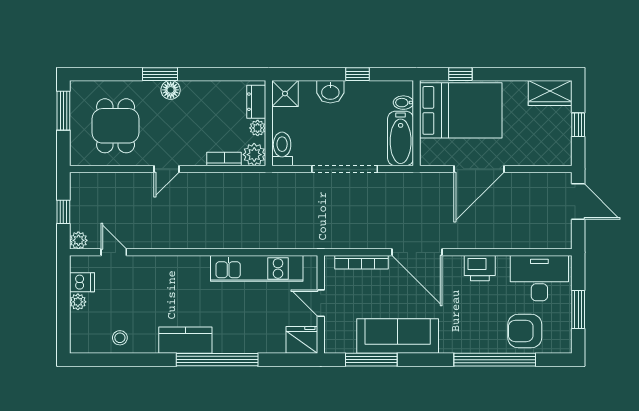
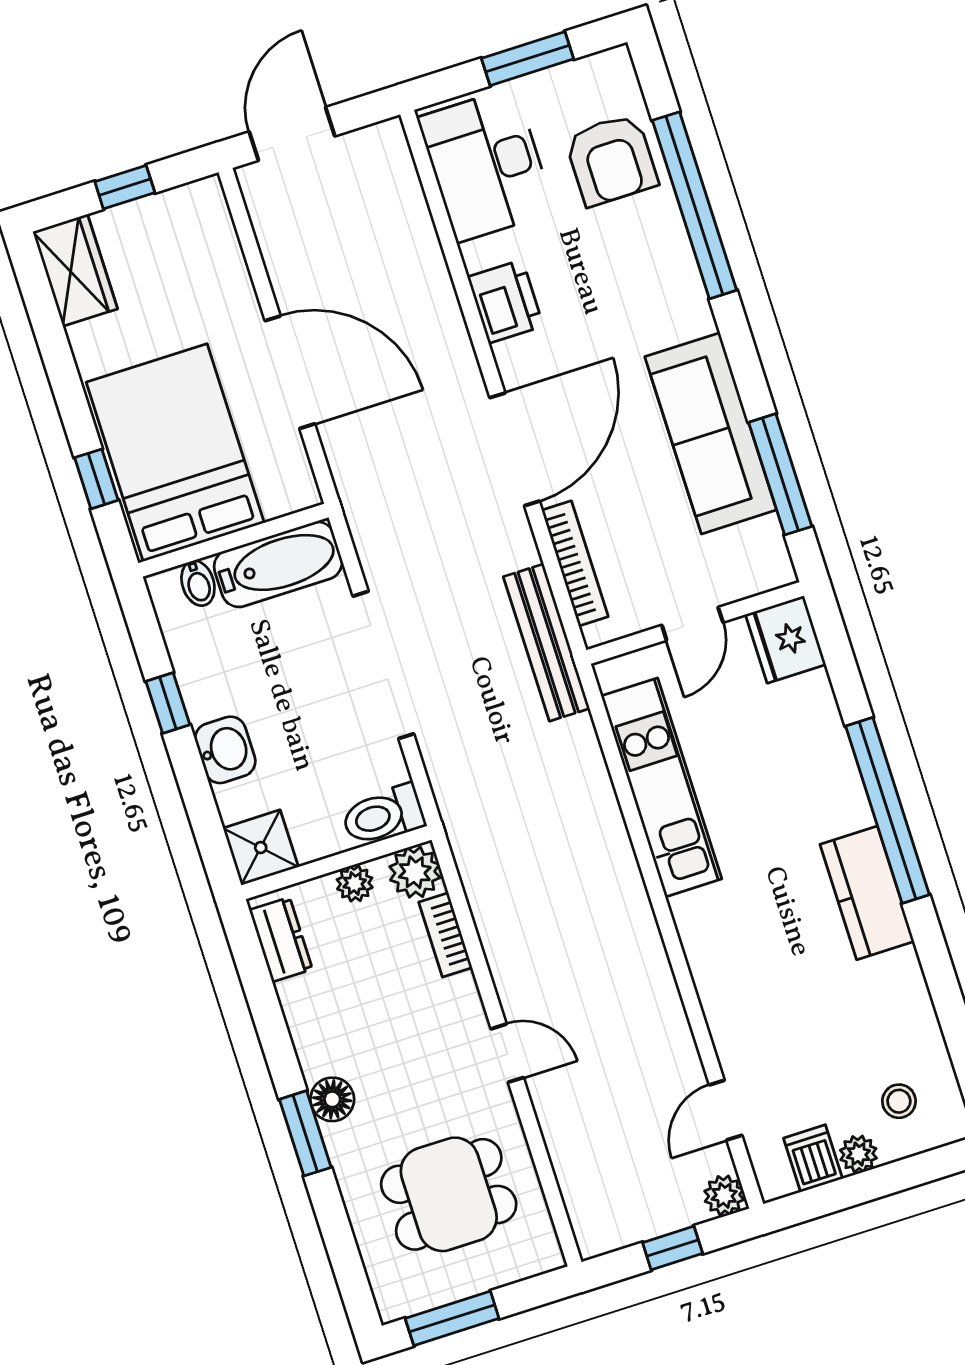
dresser: (256, 102) -> (281, 940), moved, turned -90
bench: (332, 240) -> (547, 643), added
stool: (120, 338) -> (899, 1101), moved

